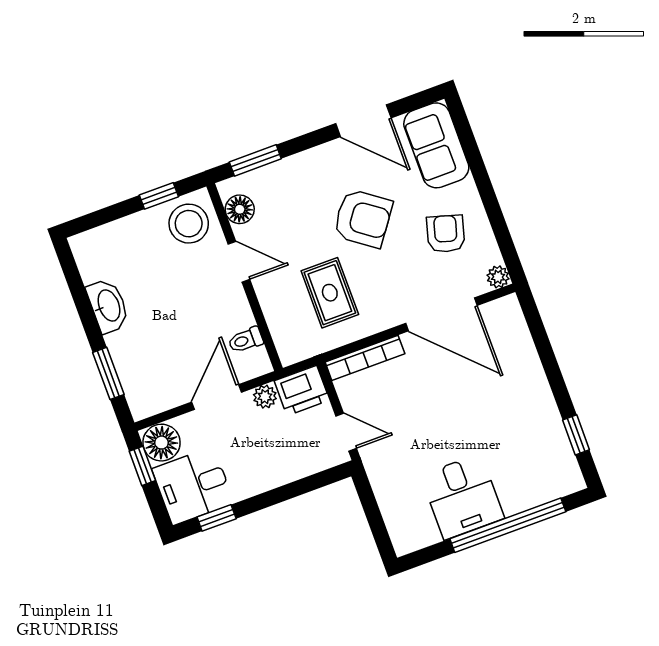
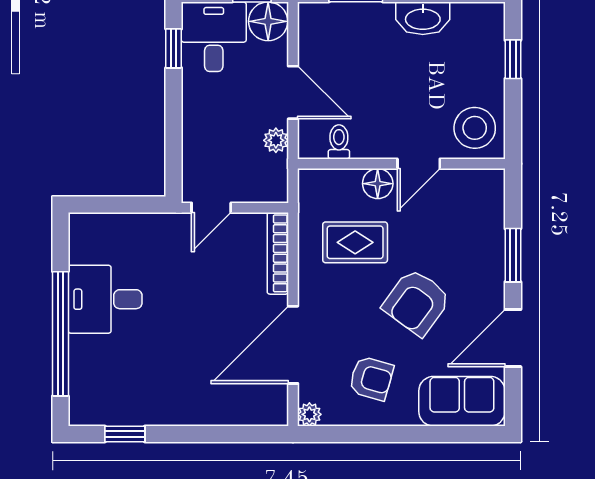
window: (255, 160) -> (513, 255), moved
window: (159, 196) -> (513, 59), moved
floor lamp: (240, 209) -> (378, 184), moved
printer: (302, 391) -> (268, 179), removed

